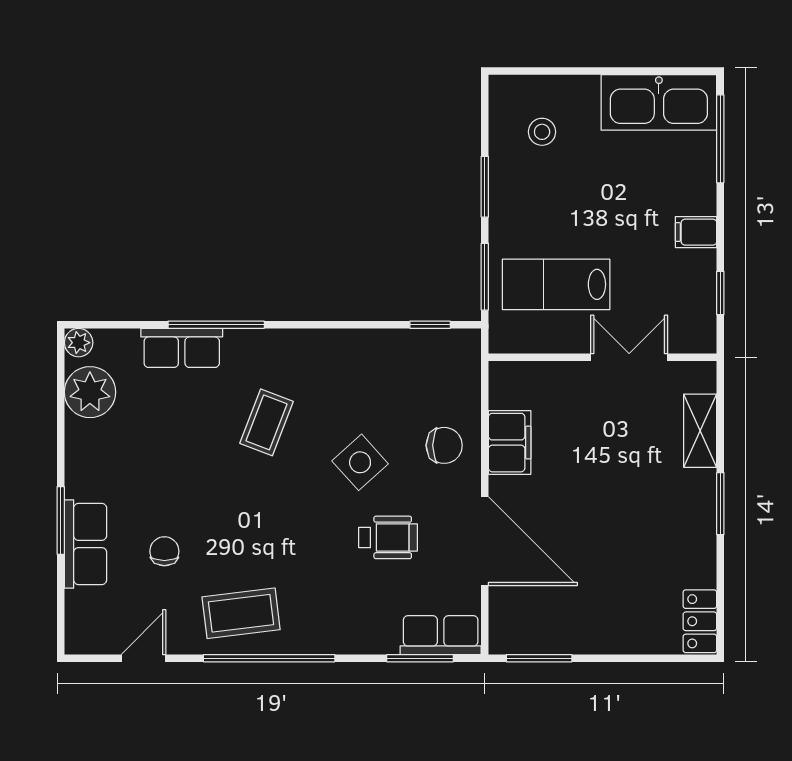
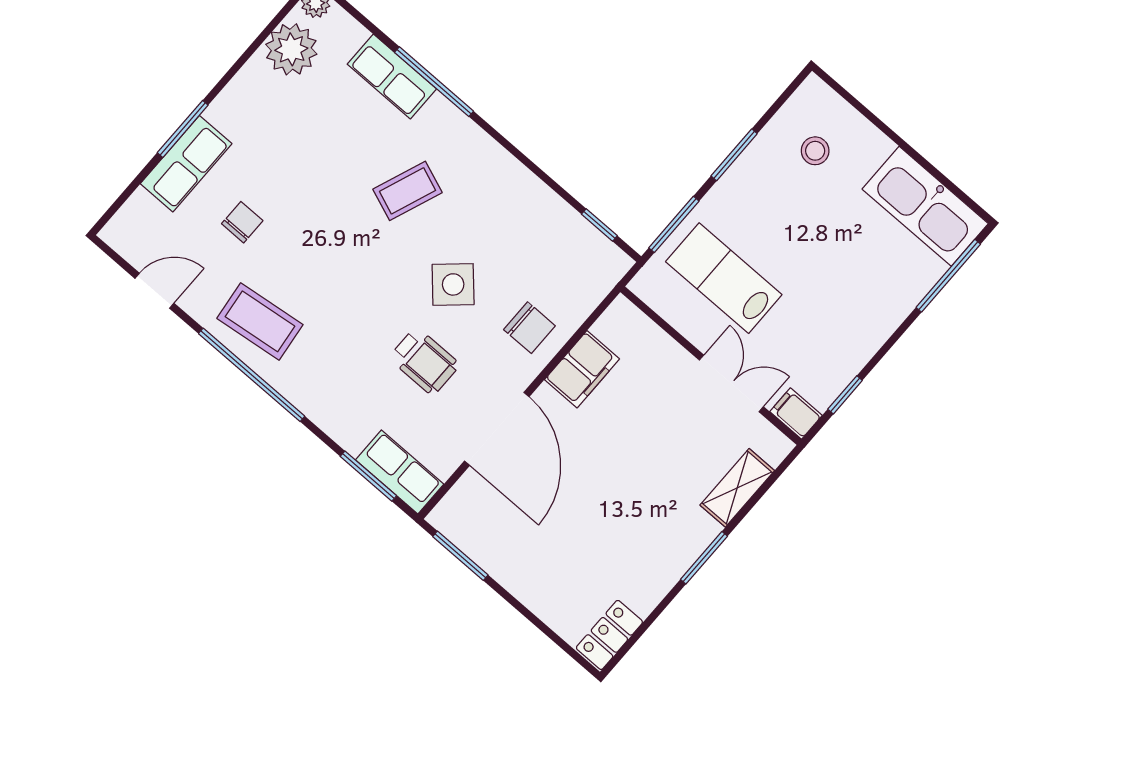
filing cabinet: (696, 232) -> (796, 413), moved

